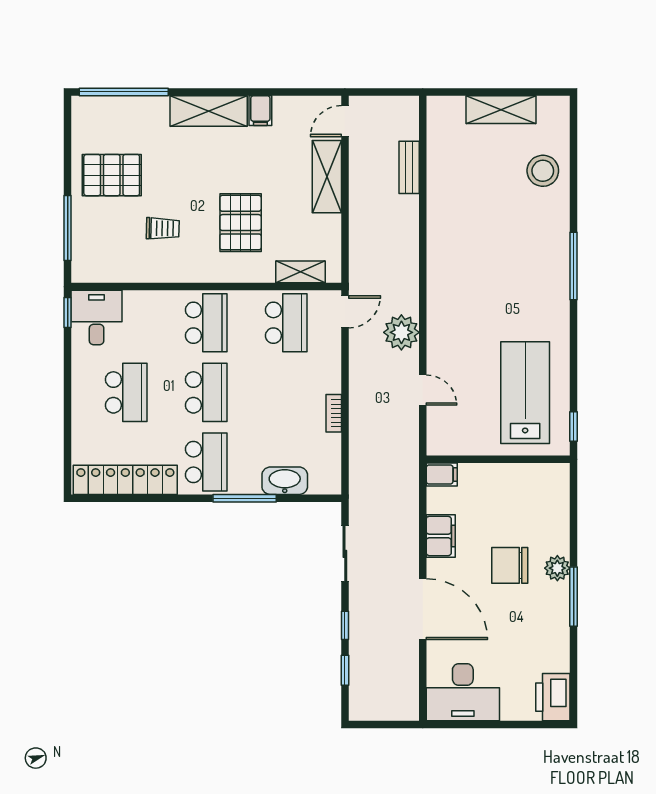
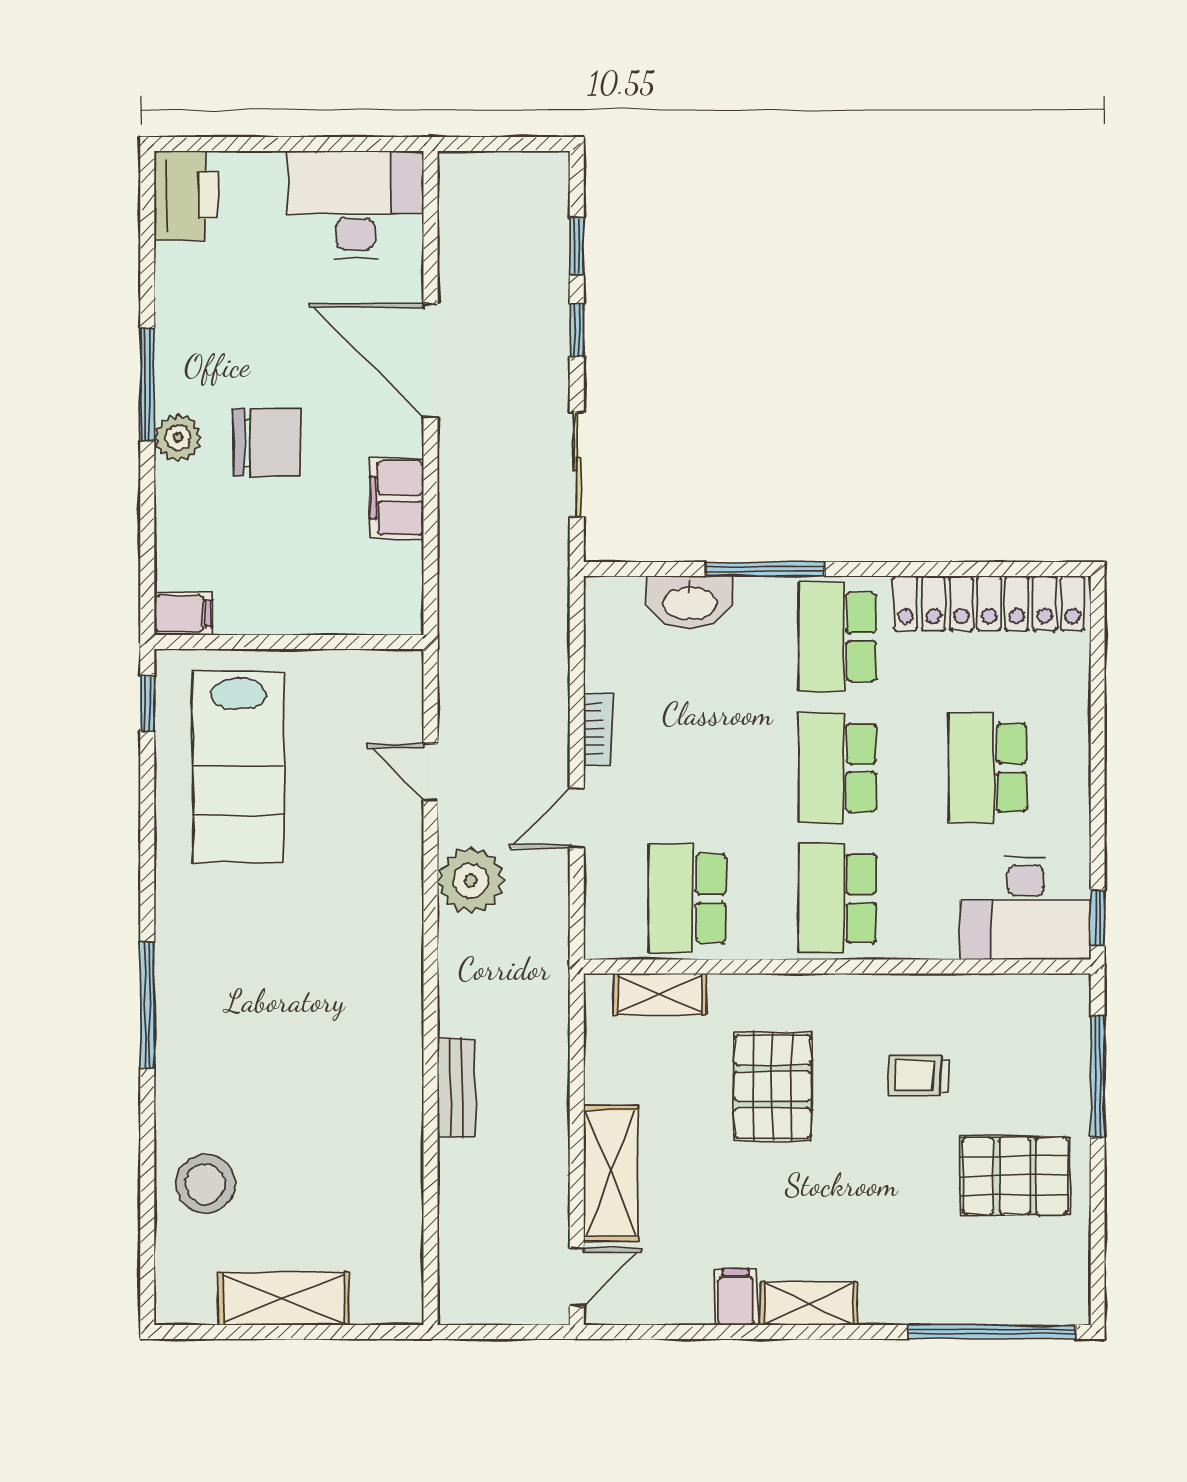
shelving: (209, 111) -> (809, 1303), width x0.67, depth x0.75
bench: (409, 167) -> (456, 1088), moved
door: (345, 312) -> (577, 818), moved
desk: (97, 318) -> (1025, 908), width x1.37
filing cabinet: (442, 474) -> (183, 614), moved, turned 180

